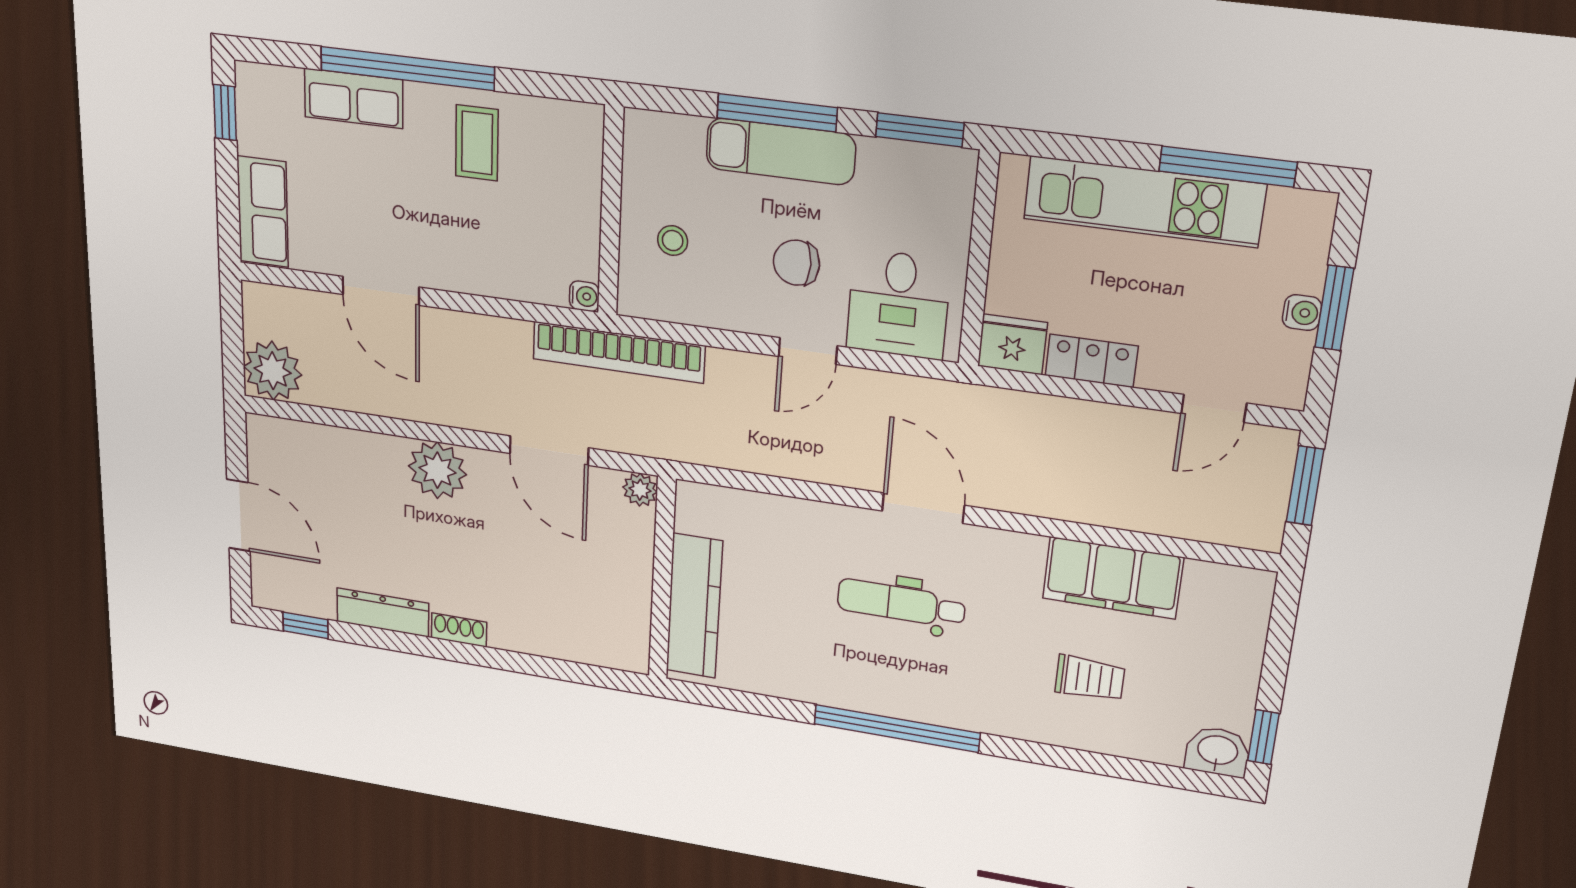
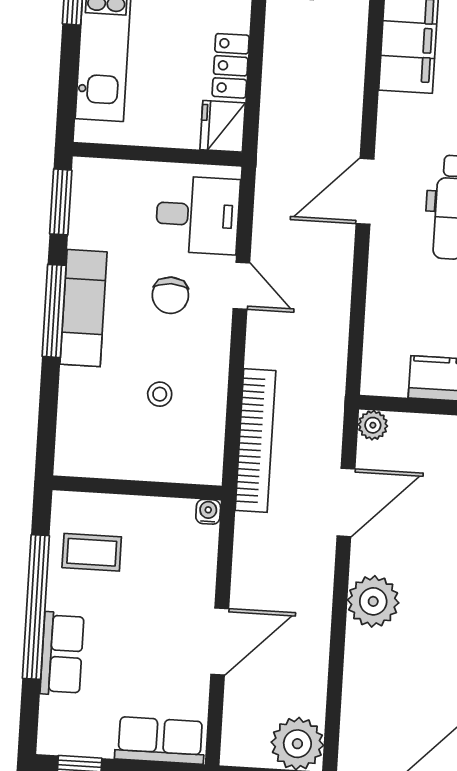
wall: (611, 211) -> (137, 488), moved
water cooler: (584, 296) -> (208, 512), moved

